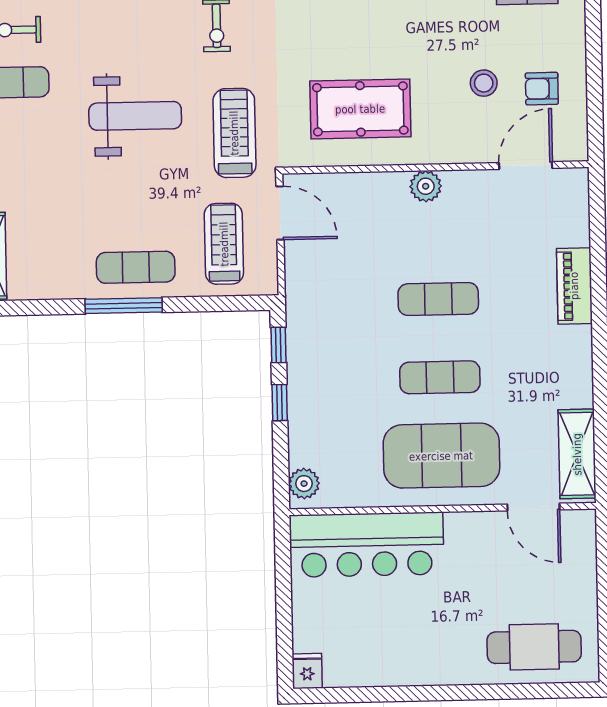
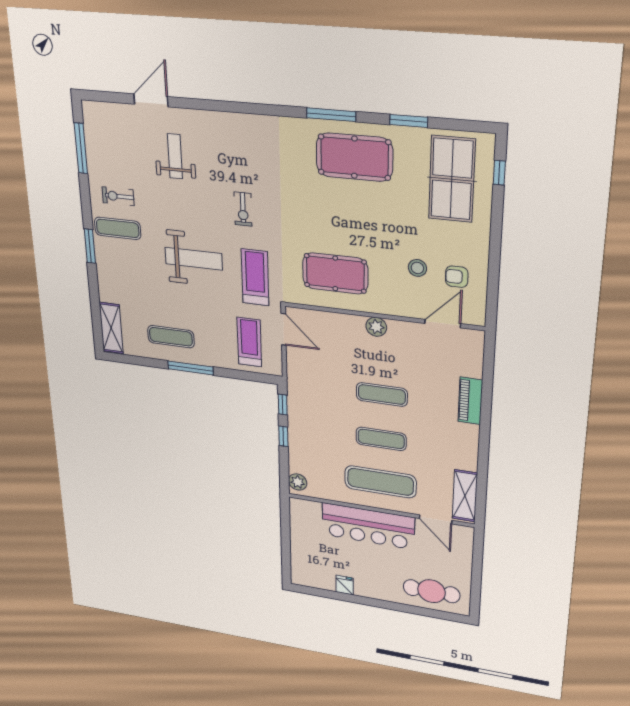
exercise mat: (136, 267) -> (171, 337), moved
exercise mat: (441, 456) -> (380, 482), width x0.68
bar counter: (367, 545) -> (368, 526), moved
fridge: (307, 671) -> (345, 585), moved

